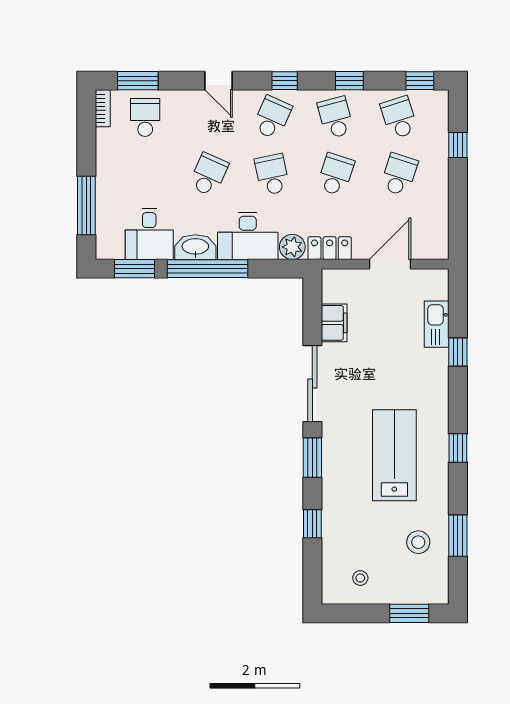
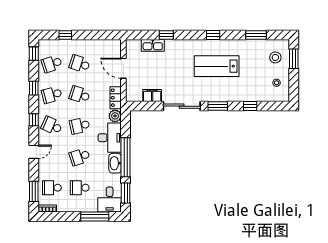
school desk: (145, 175) -> (80, 188), added
school desk: (209, 175) -> (80, 157), turned -42
desk: (149, 234) -> (110, 200), moved, turned 90
stool: (418, 542) -> (275, 57), moved

